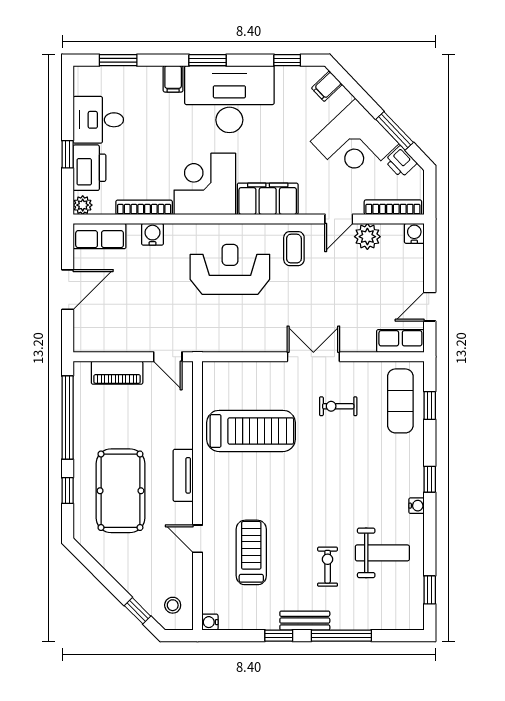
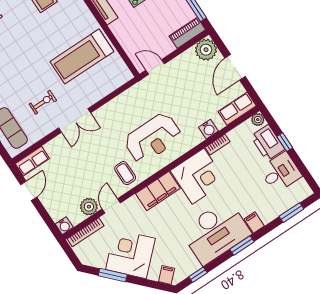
printer: (401, 162) -> (98, 260), removed
bookcase: (144, 207) -> (217, 145), width x0.64
plant: (89, 336) -> (206, 50), added
piano: (117, 373) -> (187, 33), moved

